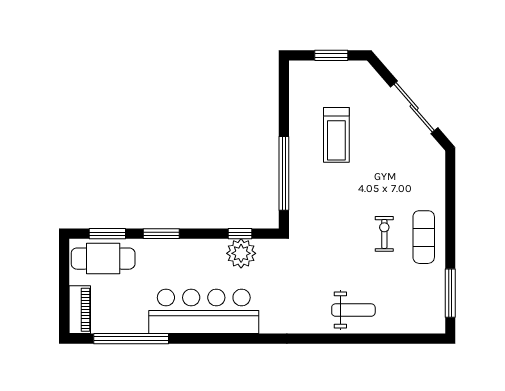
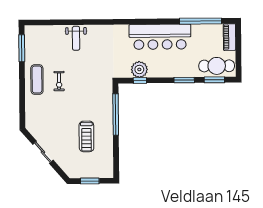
sliding door: (414, 107) -> (43, 152), width x0.73
treadmill: (336, 135) -> (86, 136), turned 180
weight bench: (353, 310) -> (76, 38), turned -90

